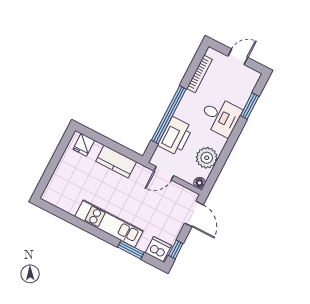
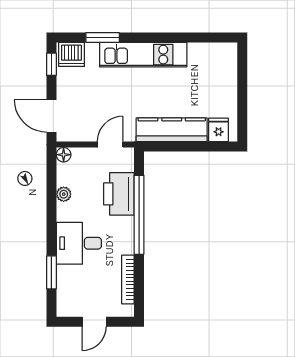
plant: (207, 158) -> (64, 194), width x0.53, depth x0.53
kitchen counter: (116, 162) -> (172, 130), width x1.50

